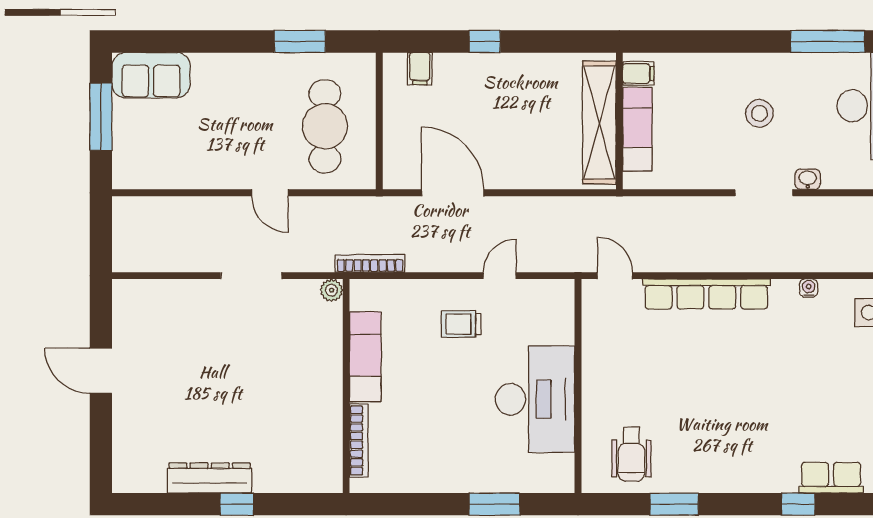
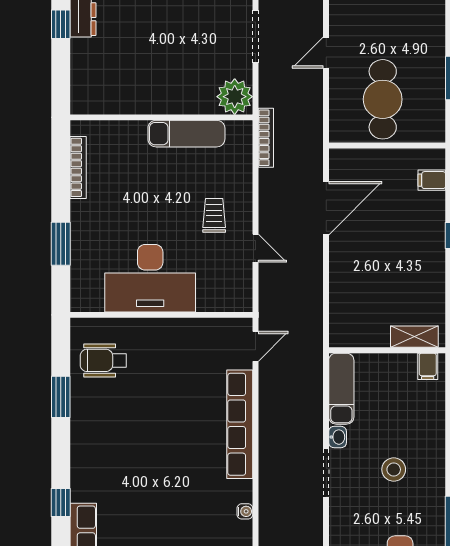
shelving: (599, 123) -> (414, 337), width x0.45, depth x0.75
cafe table: (325, 126) -> (383, 99), turned 90
exam couch: (637, 129) -> (341, 389), moved, turned -90
washbasin: (808, 179) -> (338, 437), moved
plant: (332, 290) -> (235, 97), width x1.88, depth x1.88
bookcase: (359, 440) -> (78, 167), moved, turned -90

